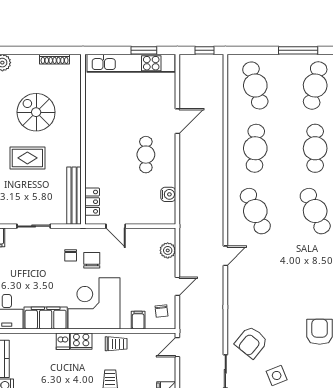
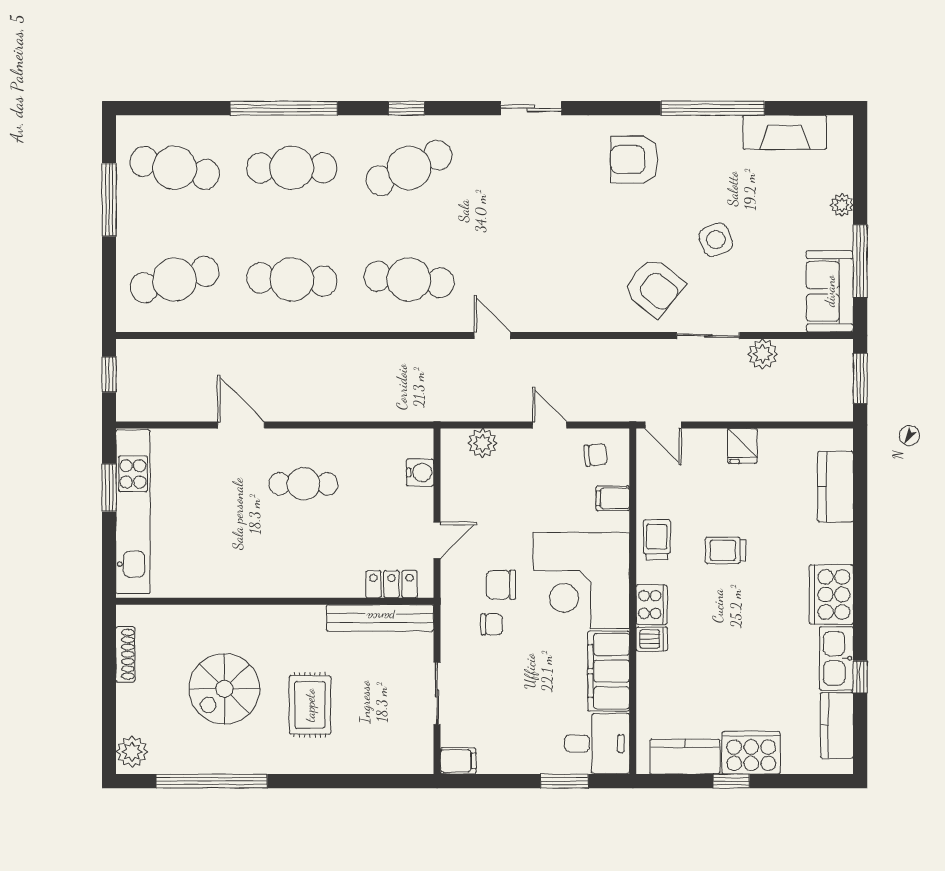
water cooler: (168, 194) -> (420, 473), moved, turned 90
cafe table: (255, 211) -> (409, 280), turned 30

